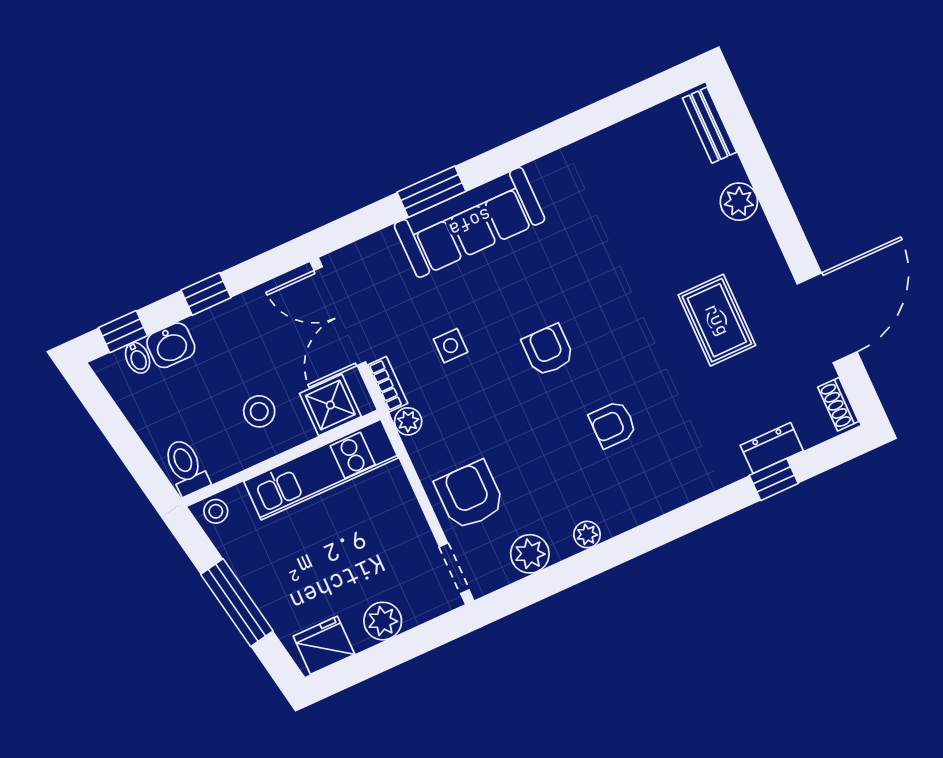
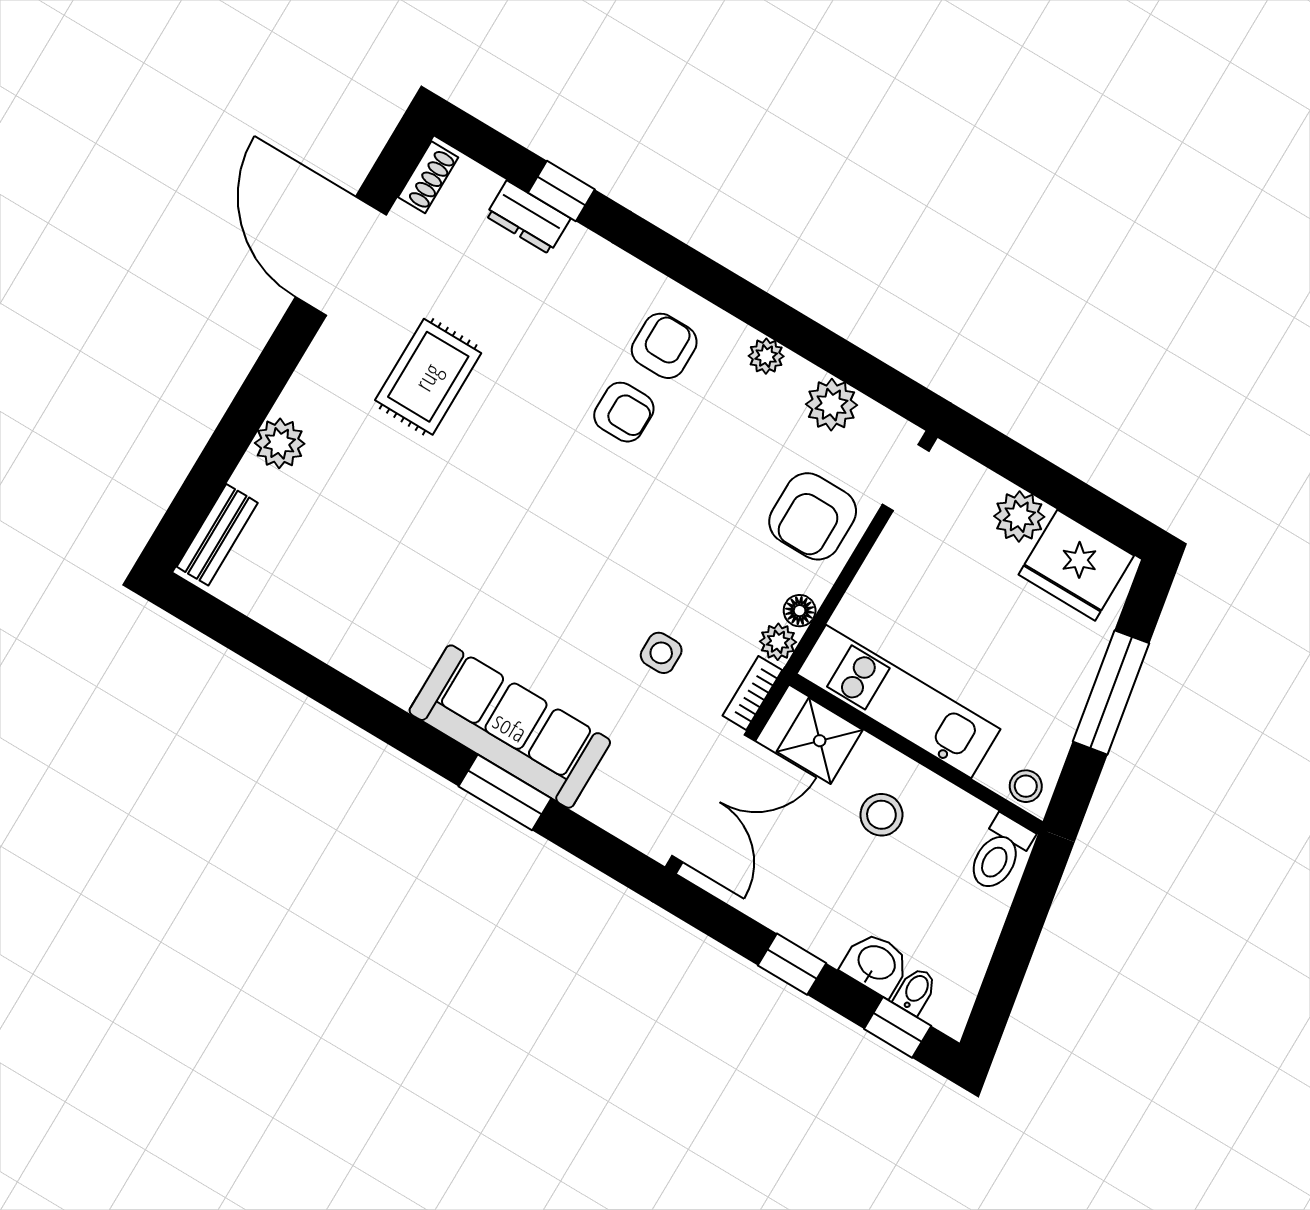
door: (827, 318) -> (341, 256), hinge flipped
armchair: (548, 350) -> (664, 346), moved, turned 180
floor lamp: (418, 448) -> (800, 611), added
fridge: (324, 645) -> (1076, 565), width x1.36, depth x1.34

